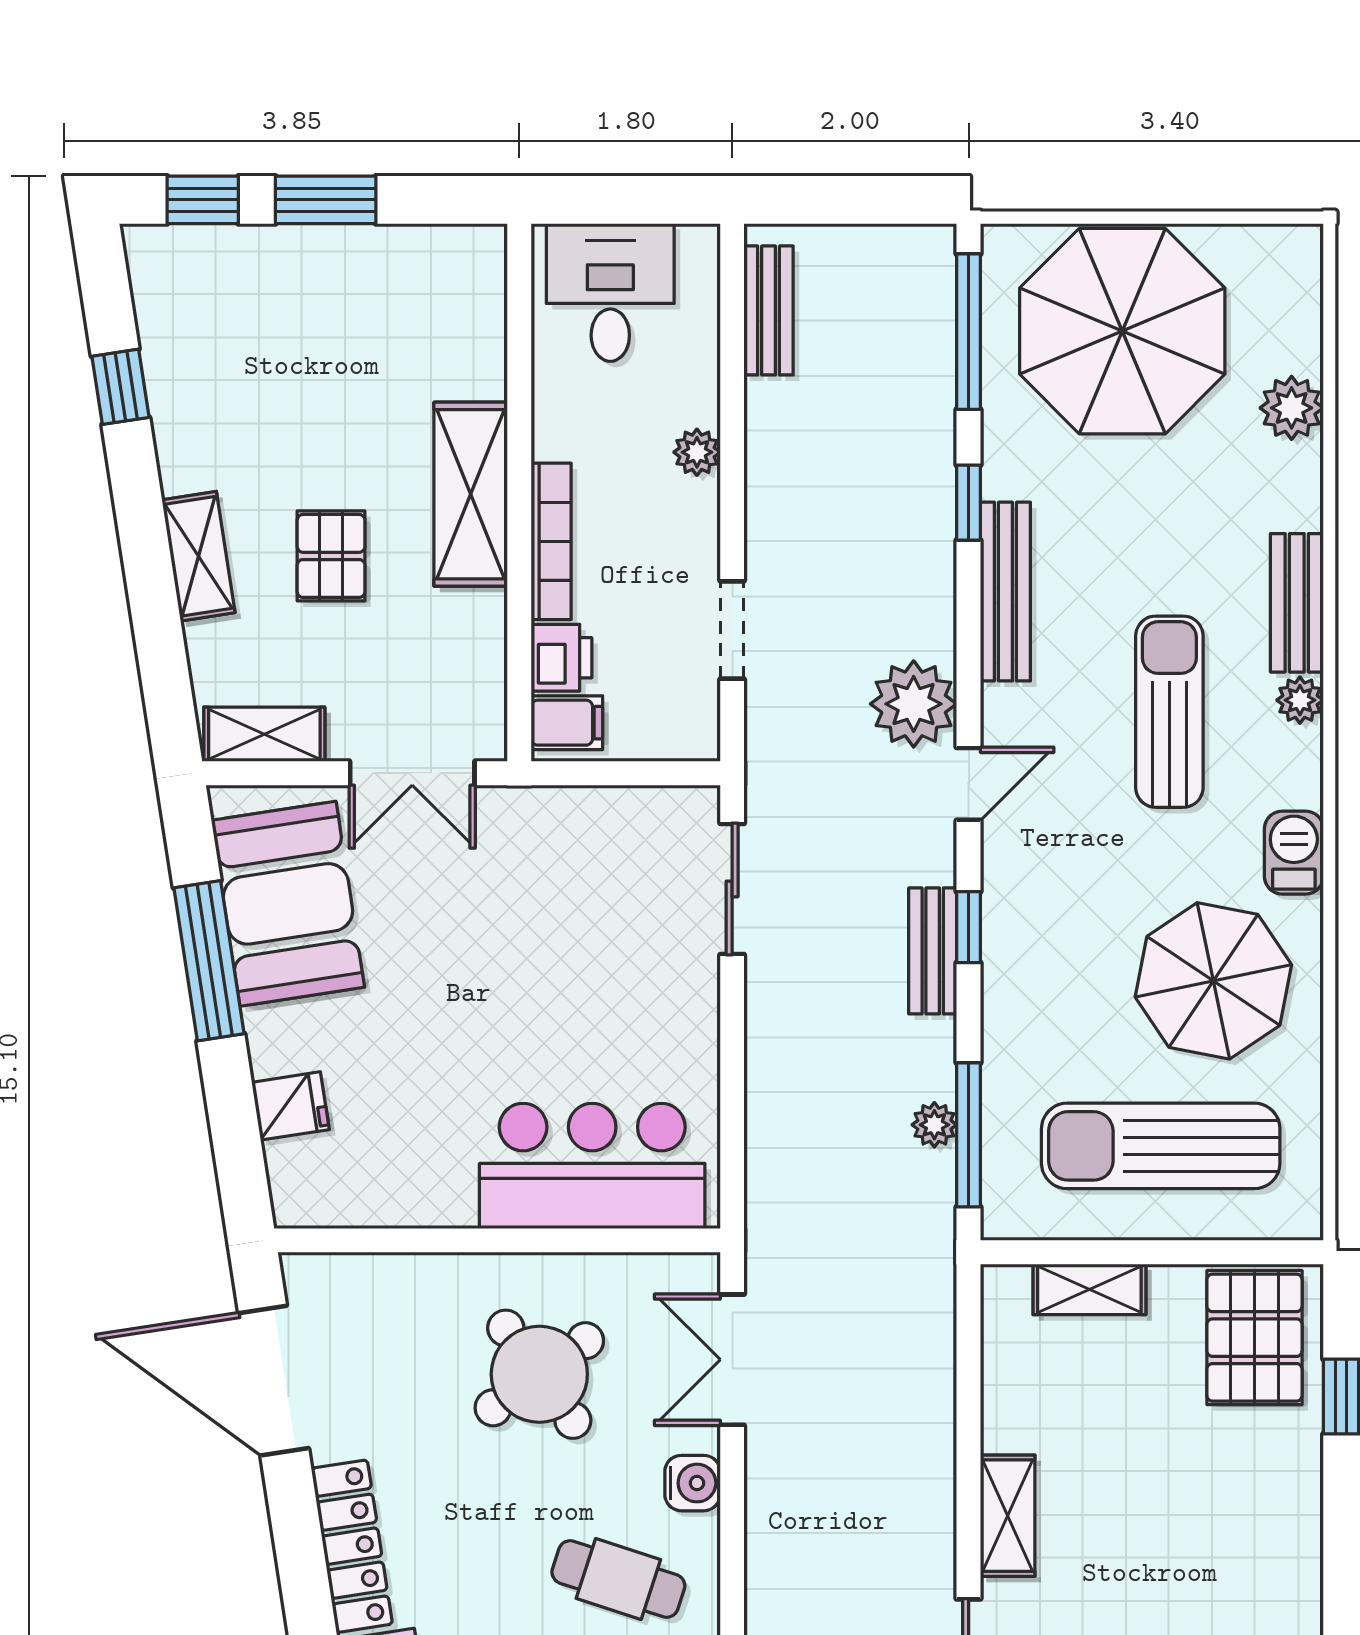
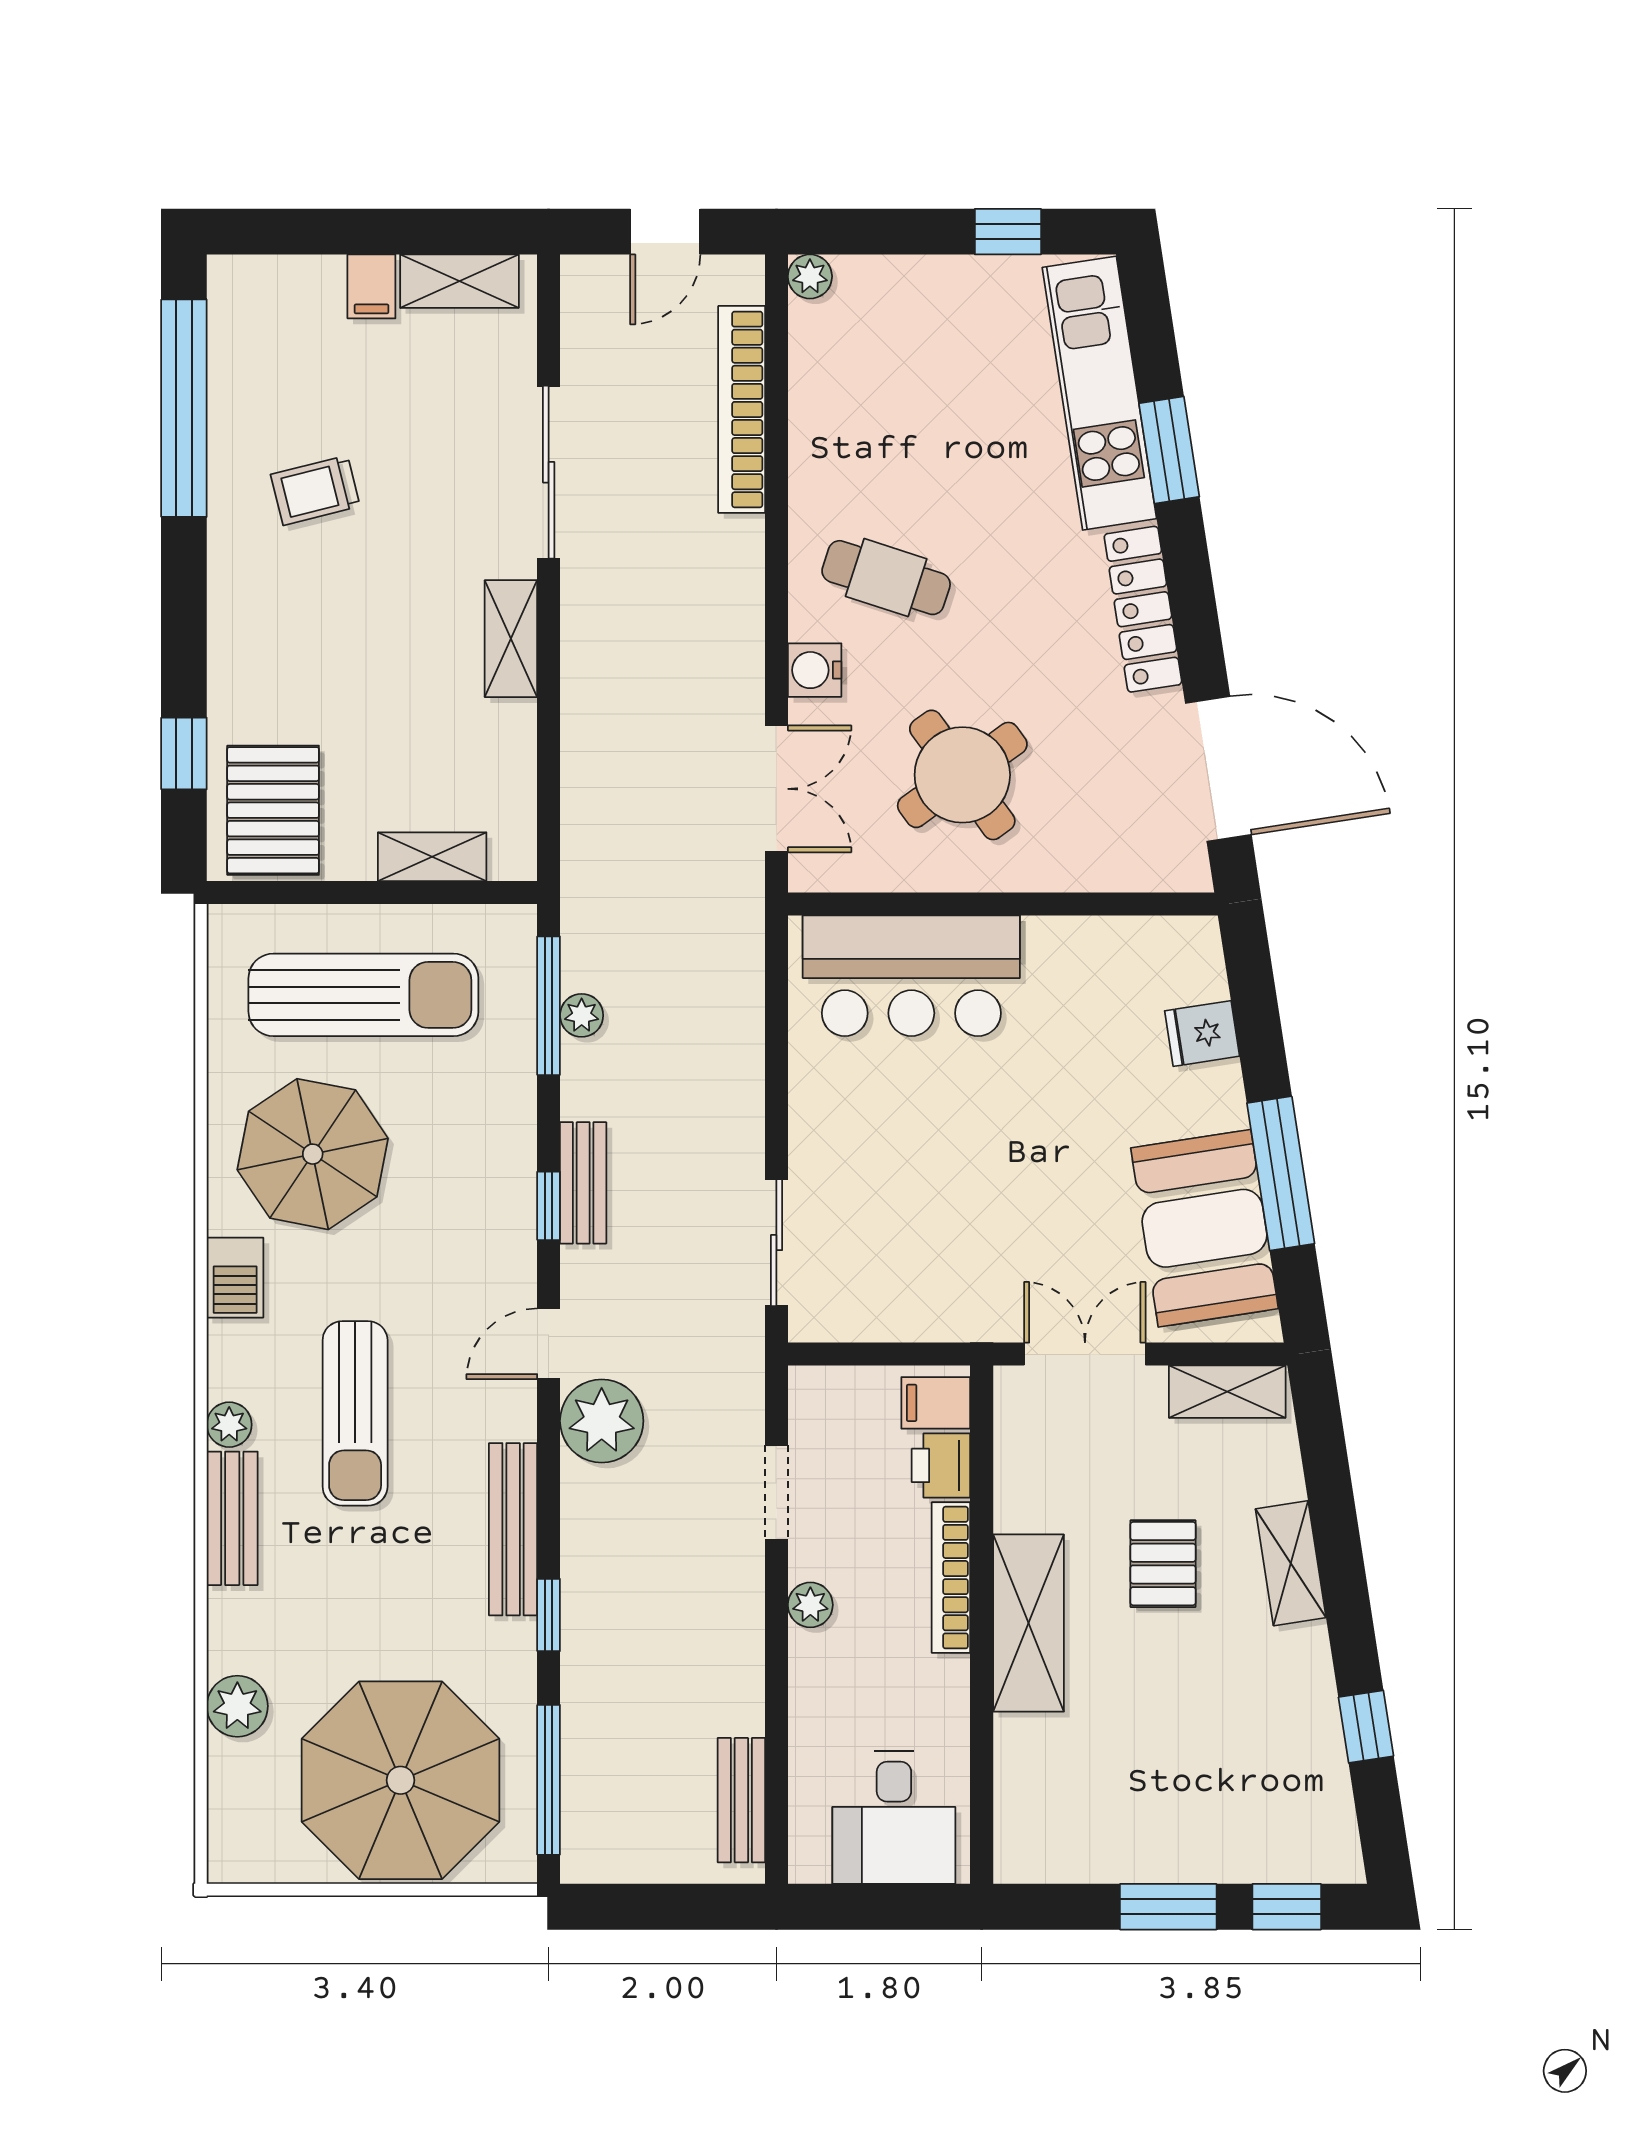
plant: (697, 452) -> (810, 1605), moved

